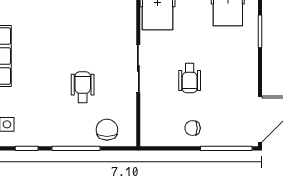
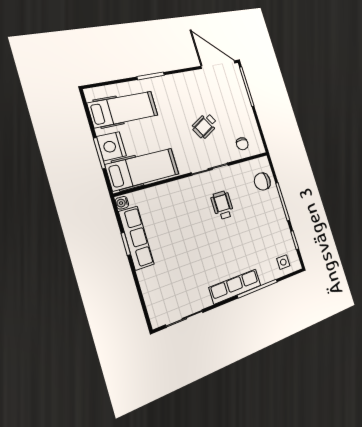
wheelchair: (190, 78) -> (205, 126), turned 150
wheelchair: (83, 87) -> (222, 205), moved, turned 90
chair: (193, 128) -> (242, 144), moved

